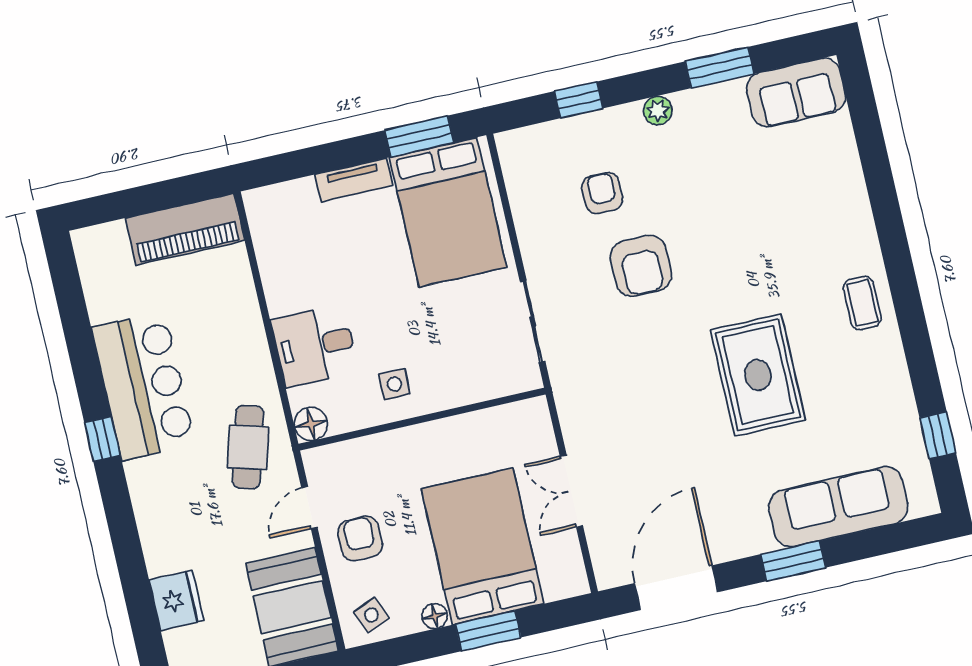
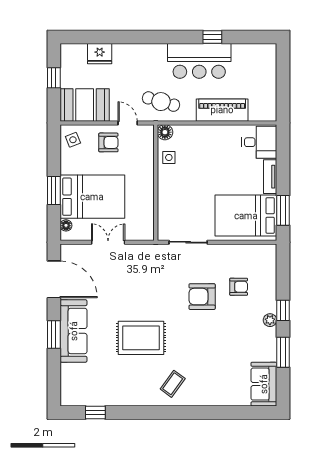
window: (579, 100) -> (283, 310), moved
piano: (185, 229) -> (222, 110), moved, turned 90
coffee table: (862, 303) -> (173, 384), moved, turned -54
desk: (315, 346) -> (259, 142), moved, turned 90
side table: (394, 384) -> (169, 157), moved
window: (102, 439) -> (212, 37), moved
sofa: (838, 507) -> (74, 331), moved
floor lamp: (434, 616) -> (66, 225), moved

